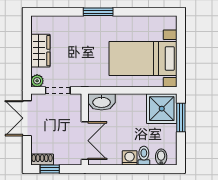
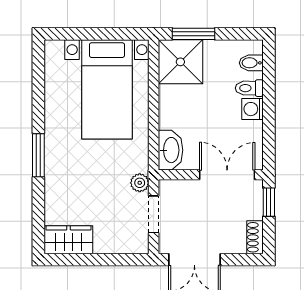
wardrobe: (40, 51) -> (68, 240), moved
plant: (37, 81) -> (140, 183), moved
window: (50, 169) -> (269, 202), moved

